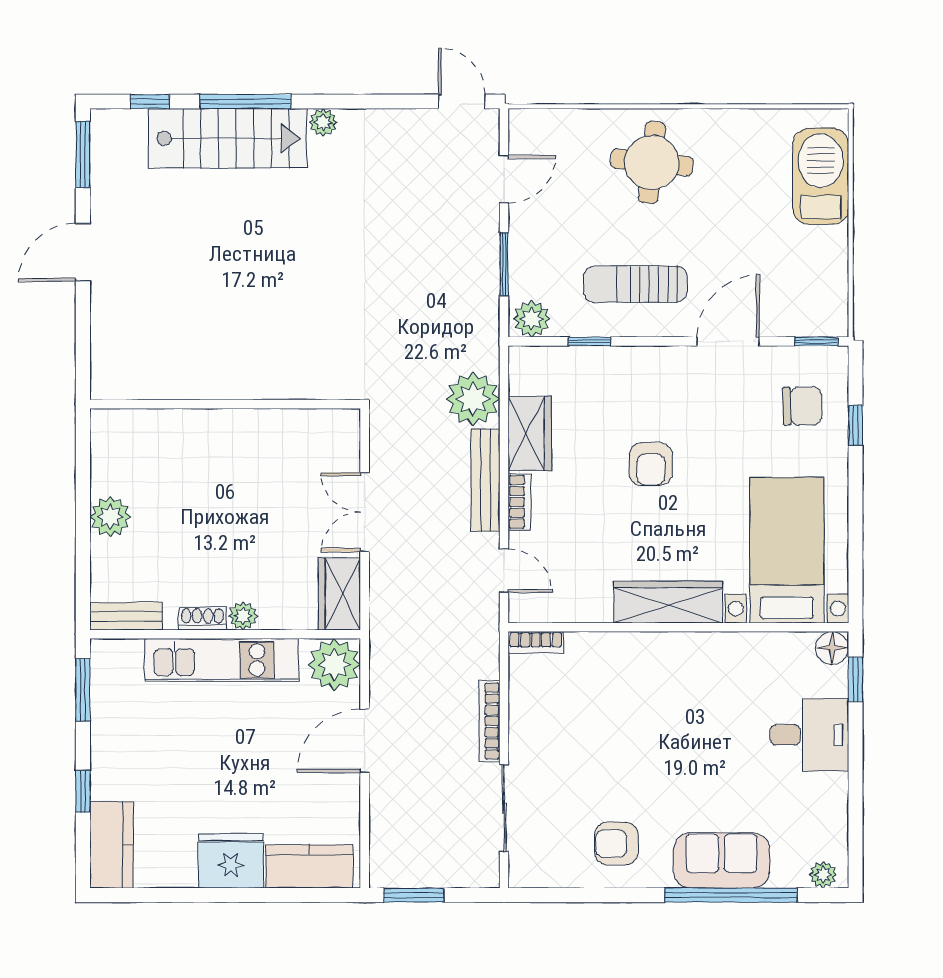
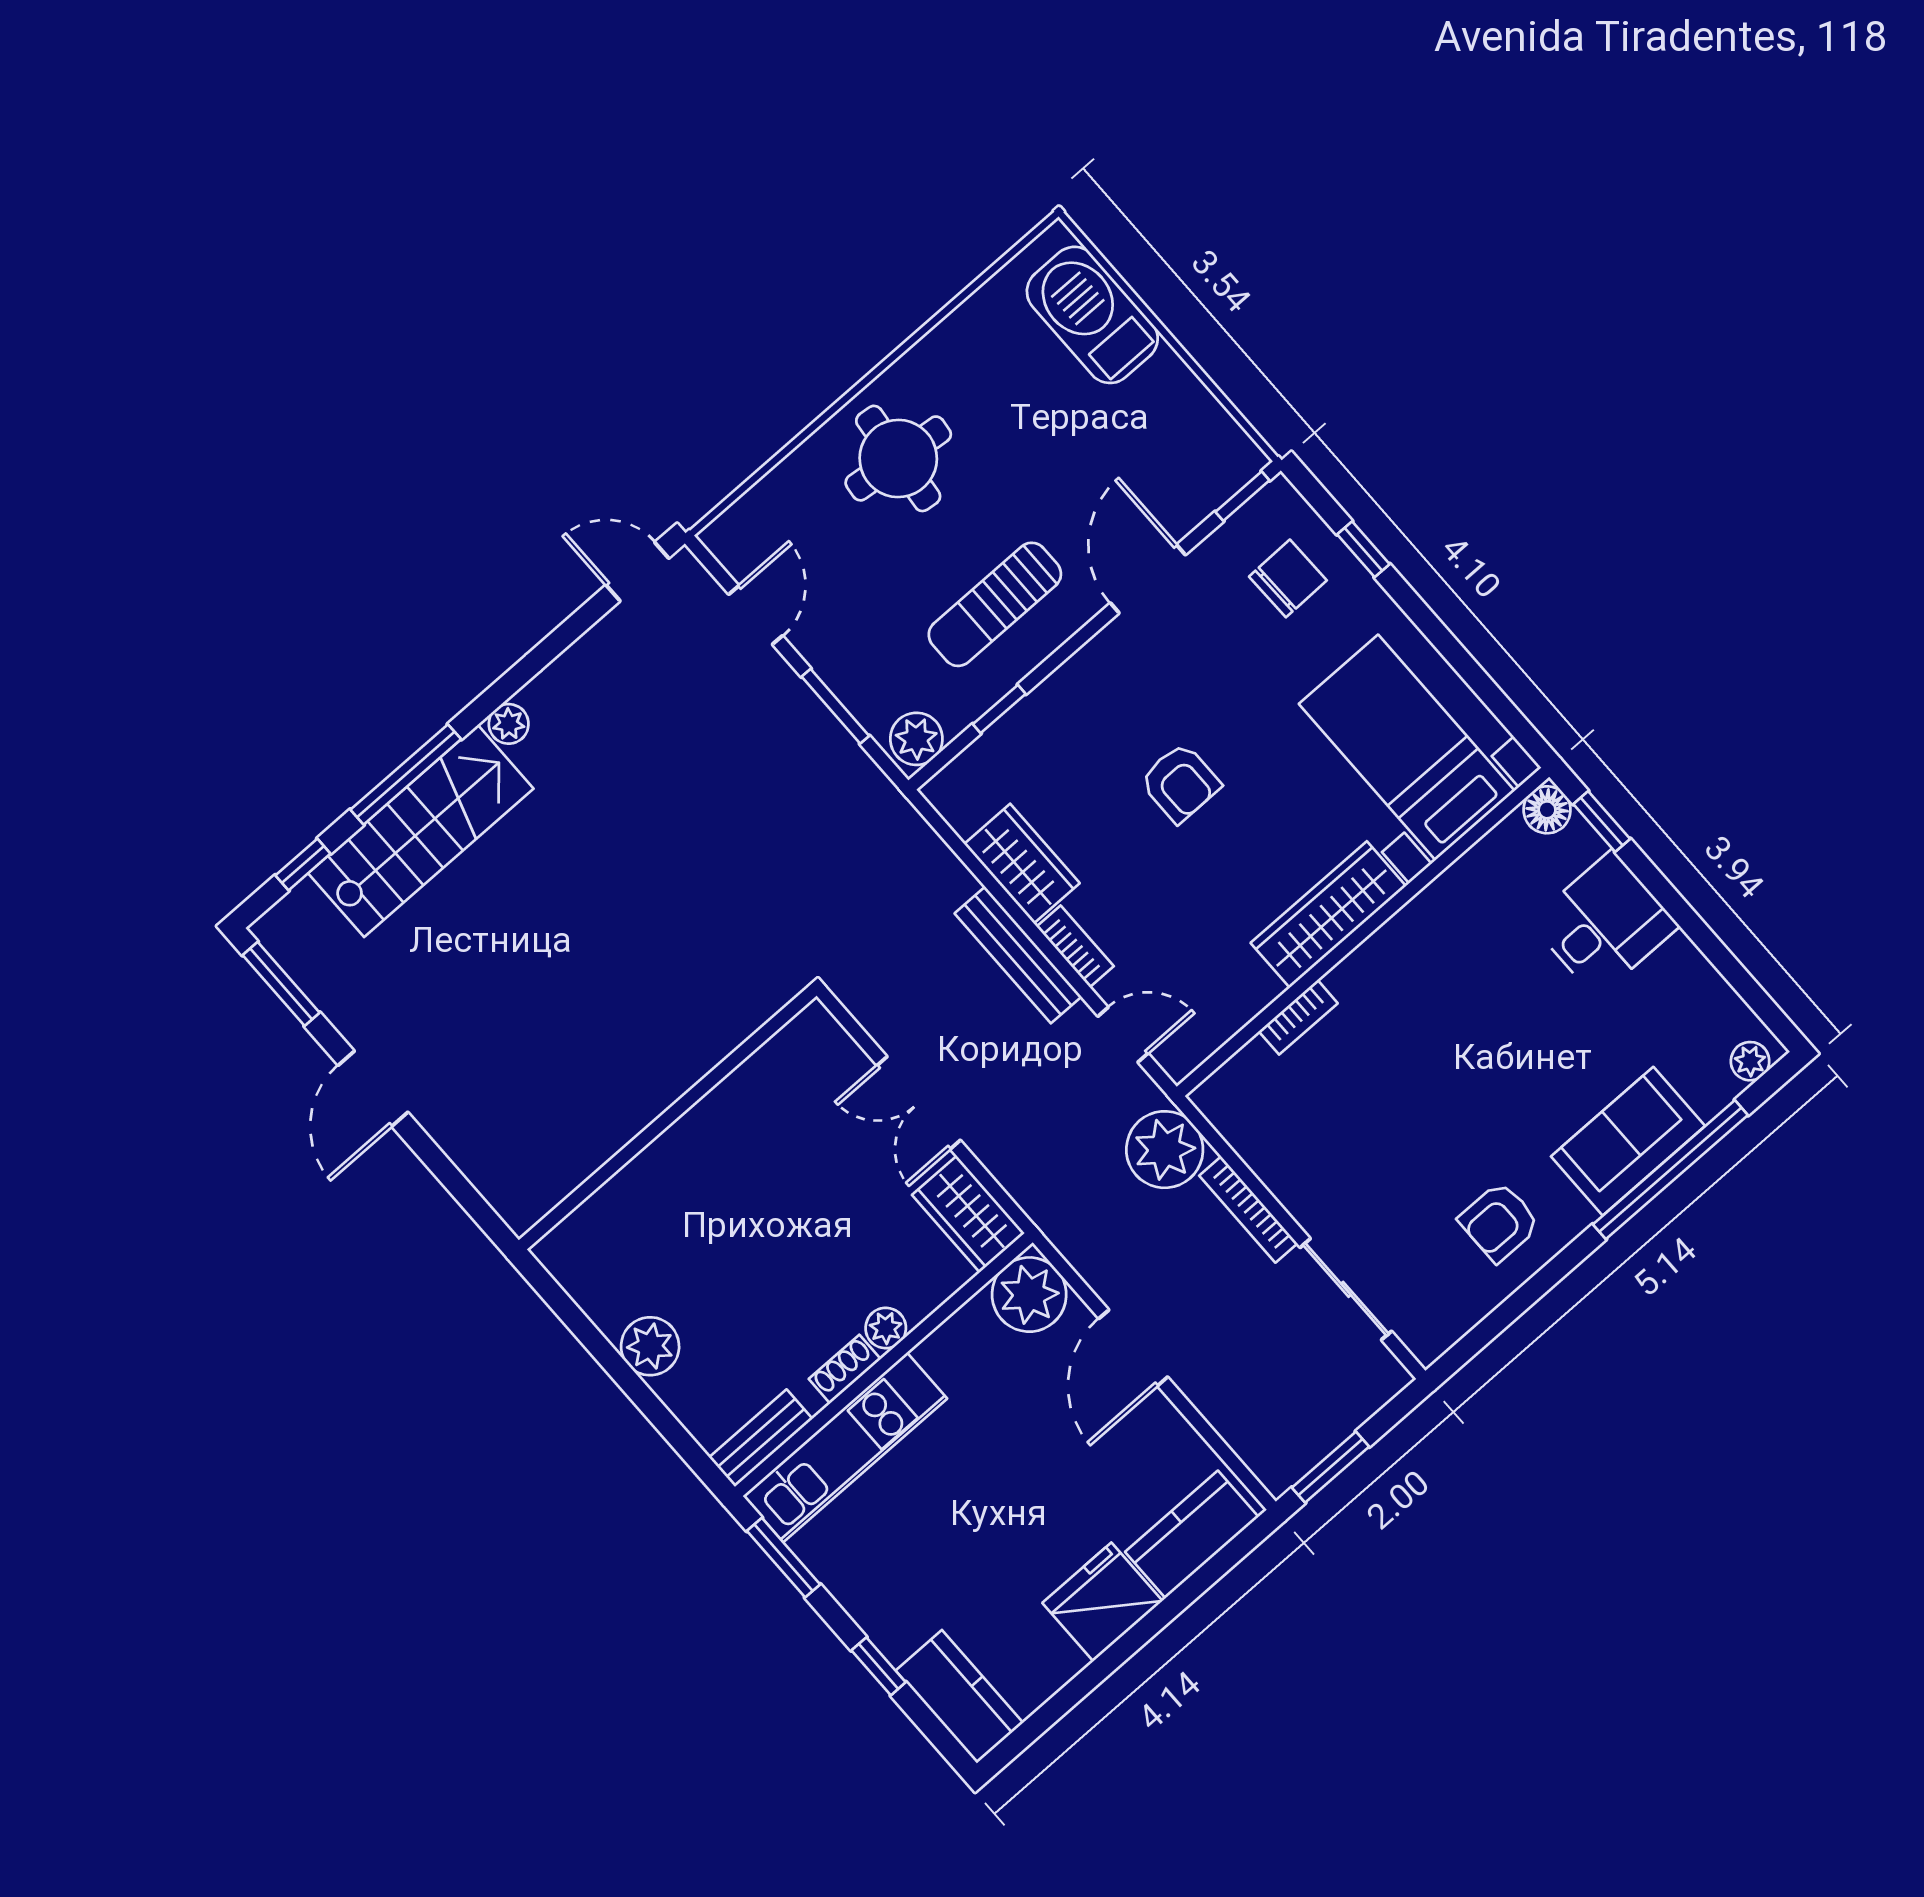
plant: (473, 399) -> (1165, 1150), moved
bookcase: (536, 642) -> (1298, 1017), moved
kitchen unit: (222, 660) -> (845, 1447), moved

